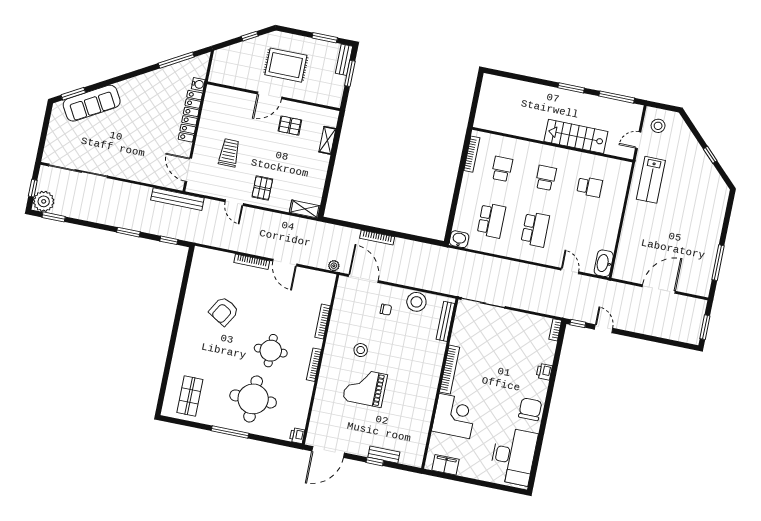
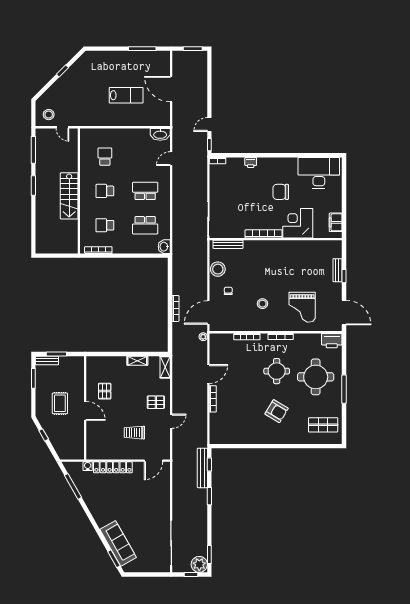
rug: (286, 65) -> (60, 403), width x0.73, depth x0.70
stairs: (576, 136) -> (69, 196), moved
shelving: (327, 140) -> (137, 361), moved
lab bench: (651, 180) -> (126, 95), moved
bench: (177, 199) -> (202, 468), moved
school desk: (491, 220) -> (145, 225), turned 180
armchair: (224, 311) -> (277, 411), moved
grand piano: (365, 387) -> (302, 307), moved
chair: (530, 409) -> (281, 192), moved
printer: (297, 436) -> (332, 341), width x1.87, depth x1.48

